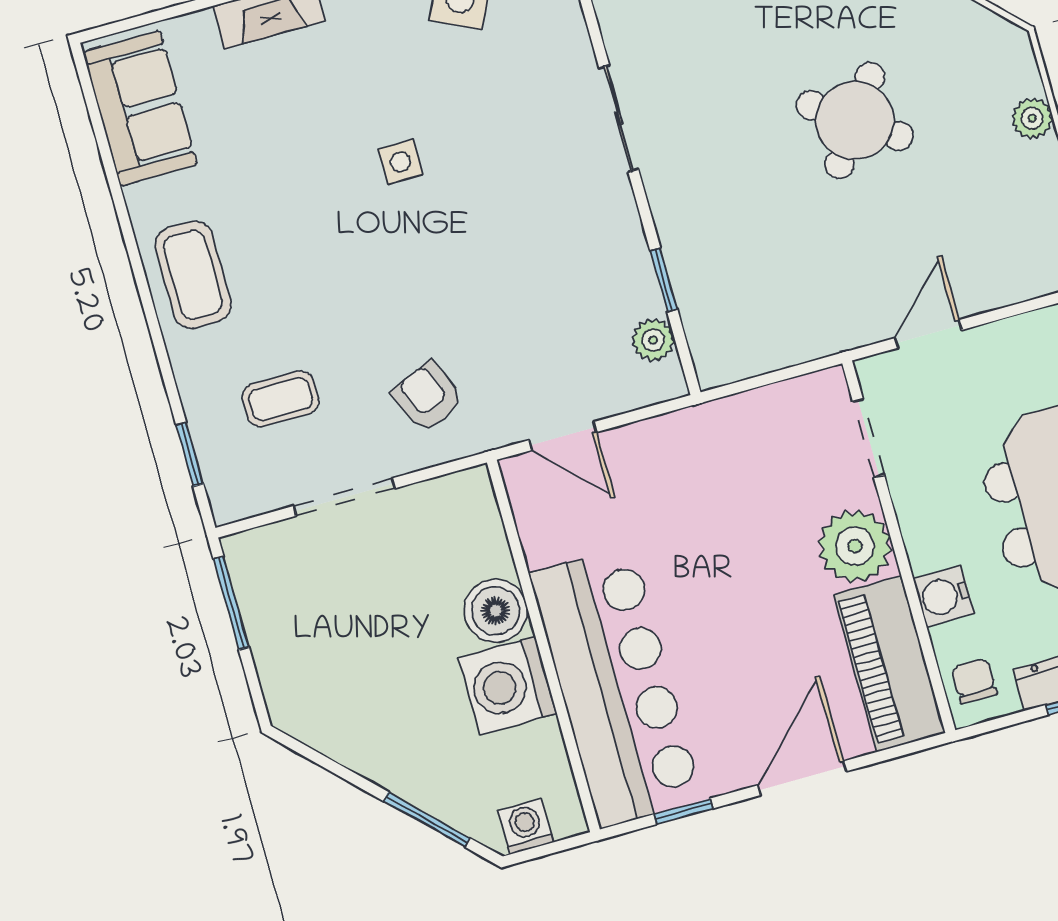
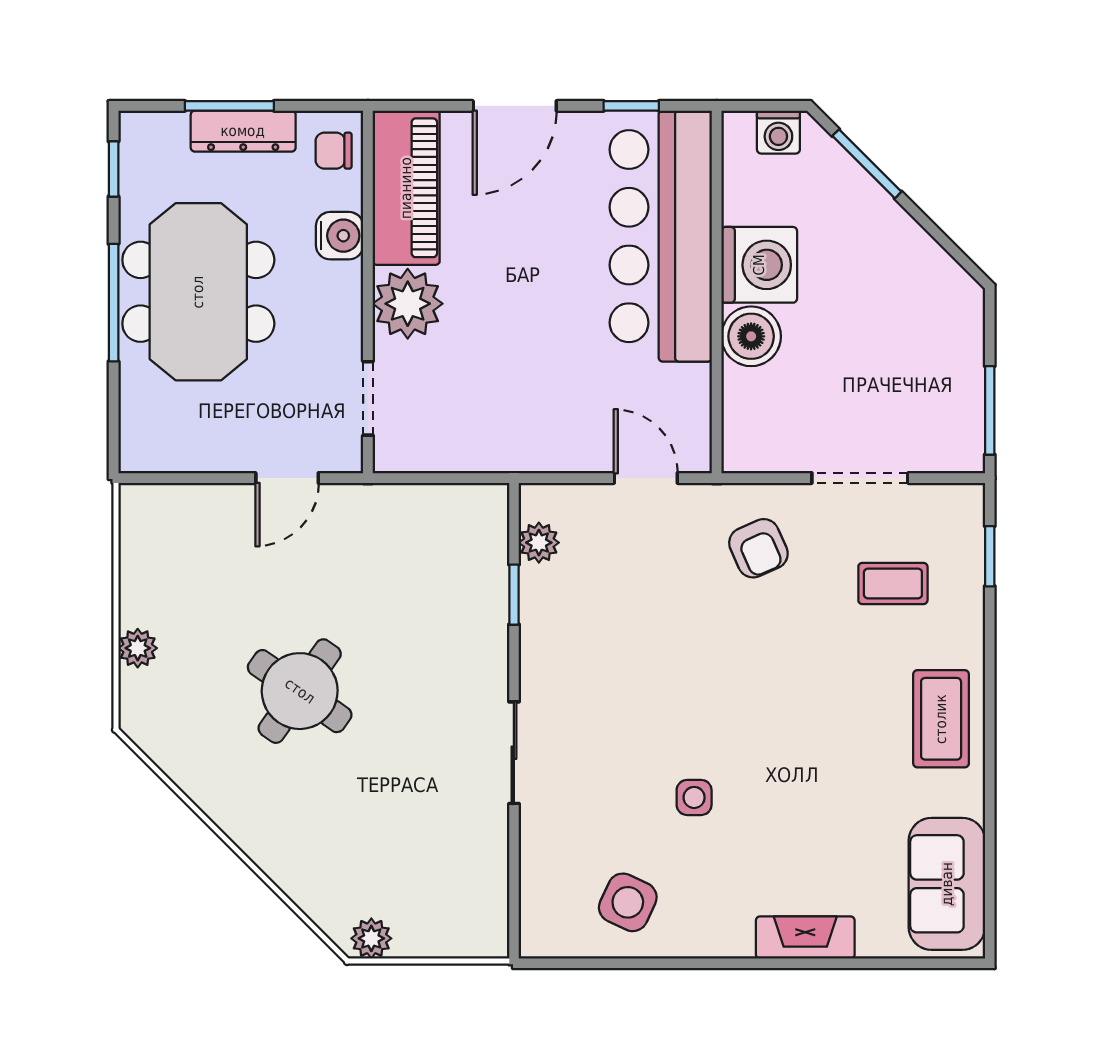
side table: (400, 162) -> (694, 797), moved
chair: (974, 681) -> (334, 151), turned 90

